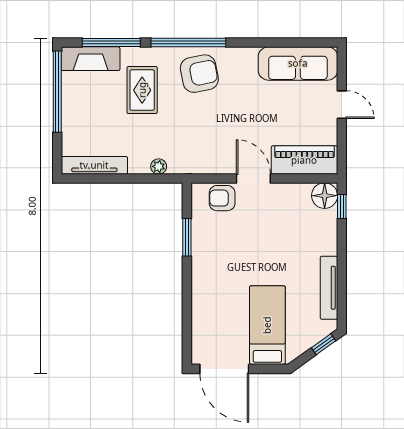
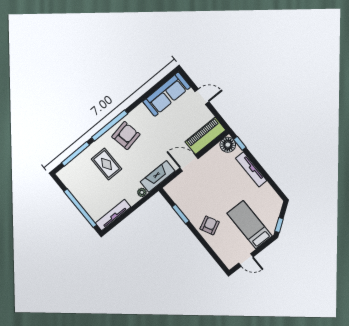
fireplace: (91, 59) -> (158, 176), moved, turned 180
window: (57, 92) -> (80, 208), moved
armchair: (222, 198) -> (210, 225), moved, turned 153
tv unit: (329, 288) -> (251, 169), moved
window: (324, 344) -> (279, 225), moved
door: (224, 369) -> (246, 260), width x0.53

